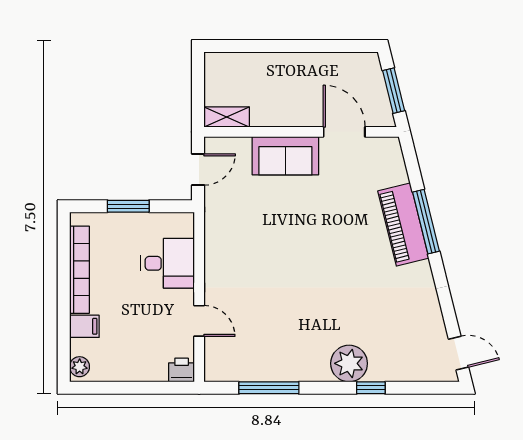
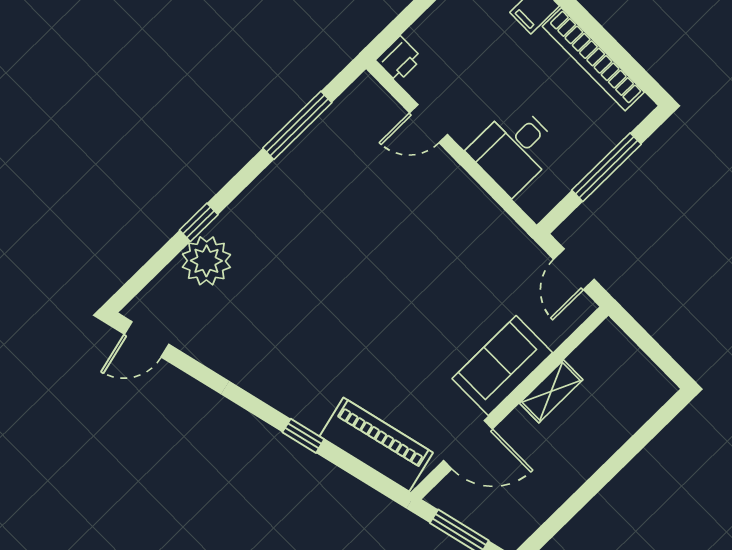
shelving: (227, 117) -> (551, 391), moved
window: (128, 206) -> (606, 167), width x1.44
window: (426, 222) -> (303, 436), width x0.46
piano: (403, 225) -> (376, 444), moved
plant: (349, 363) -> (206, 261), moved

